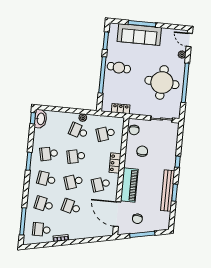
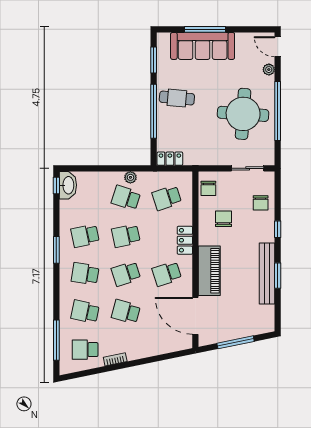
locker: (121, 109) -> (170, 159), moved
chair: (137, 219) -> (261, 203), moved

